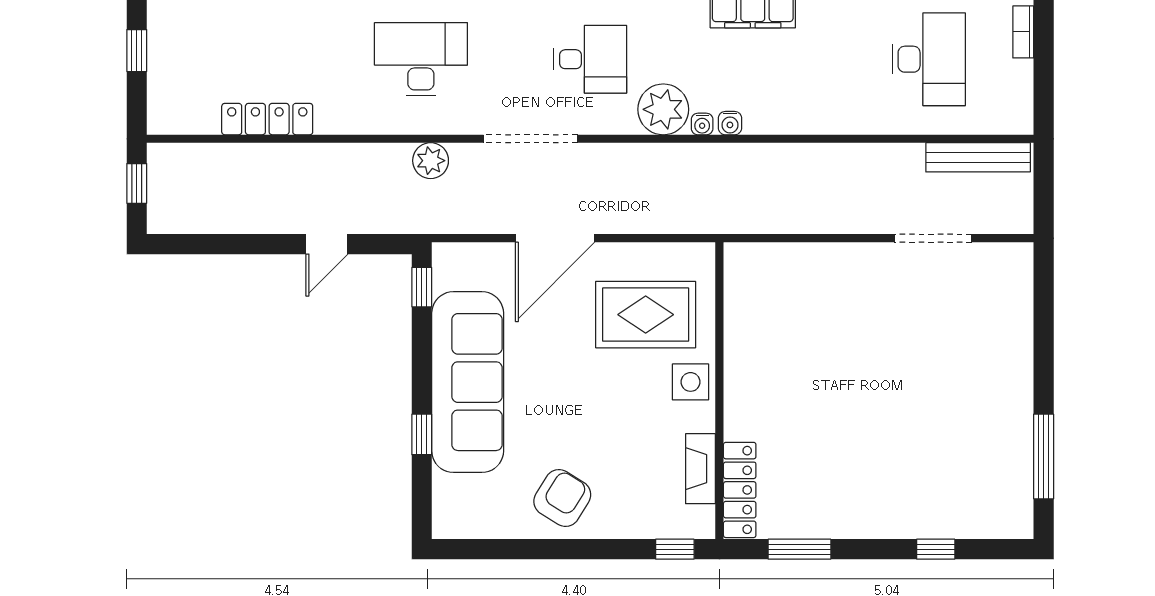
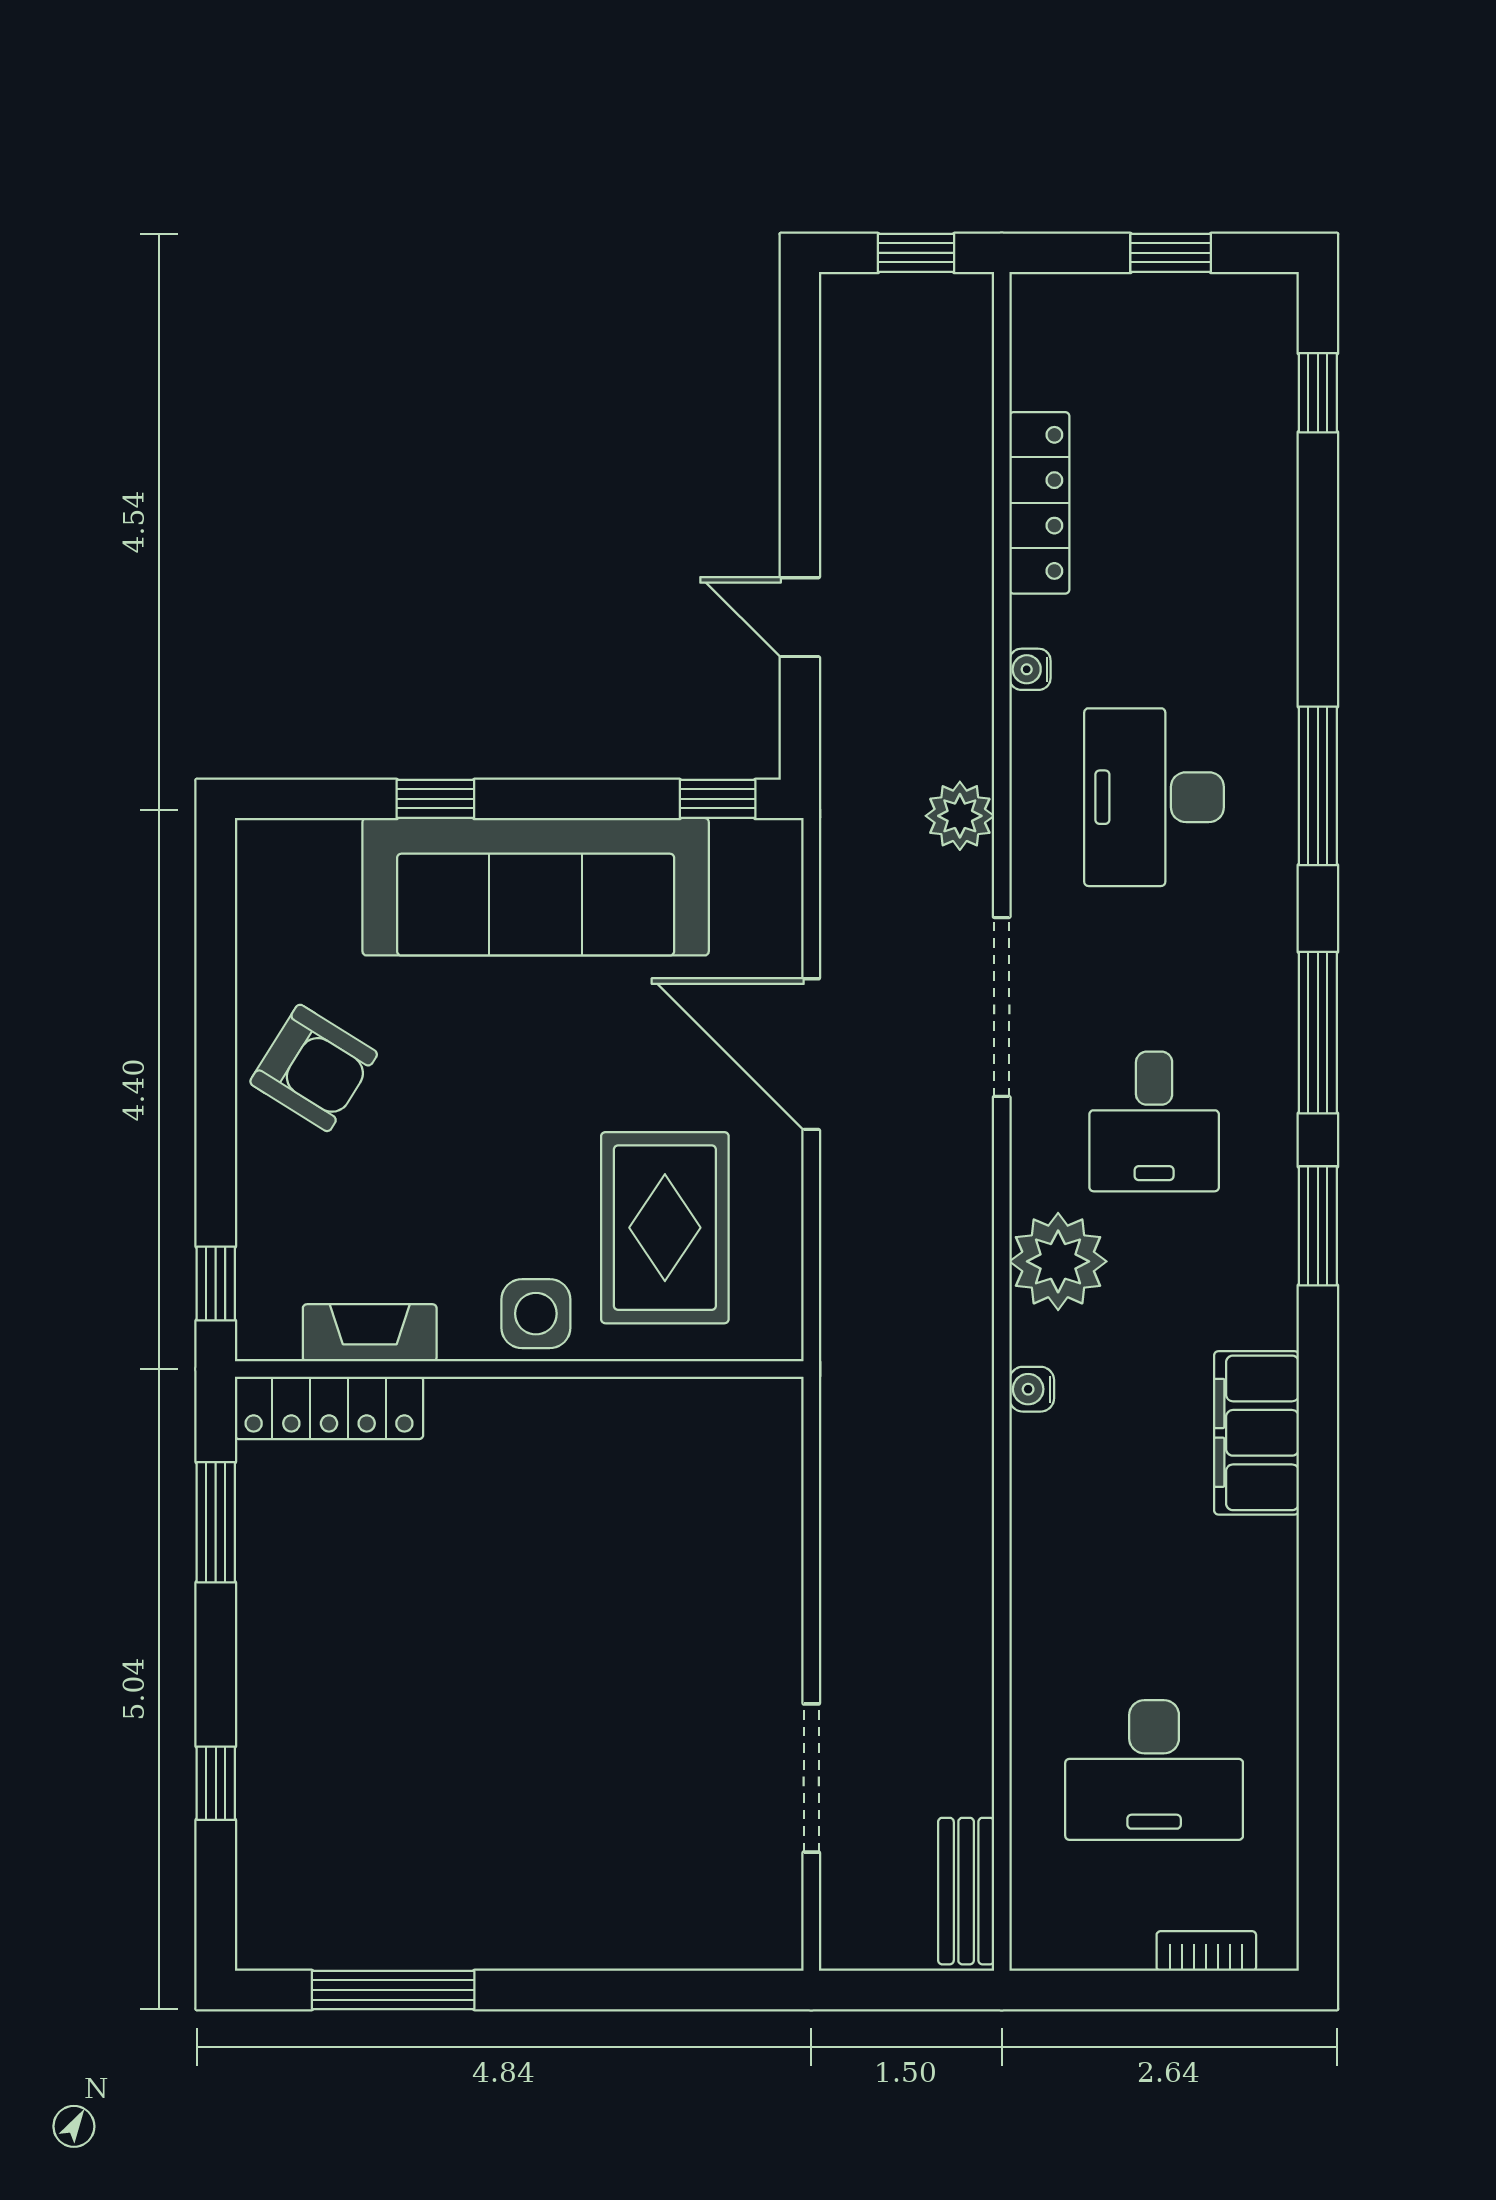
desk: (421, 59) -> (1154, 797), turned 180
water cooler: (702, 124) -> (1030, 669), moved
bench: (978, 157) -> (966, 1891), width x0.73

